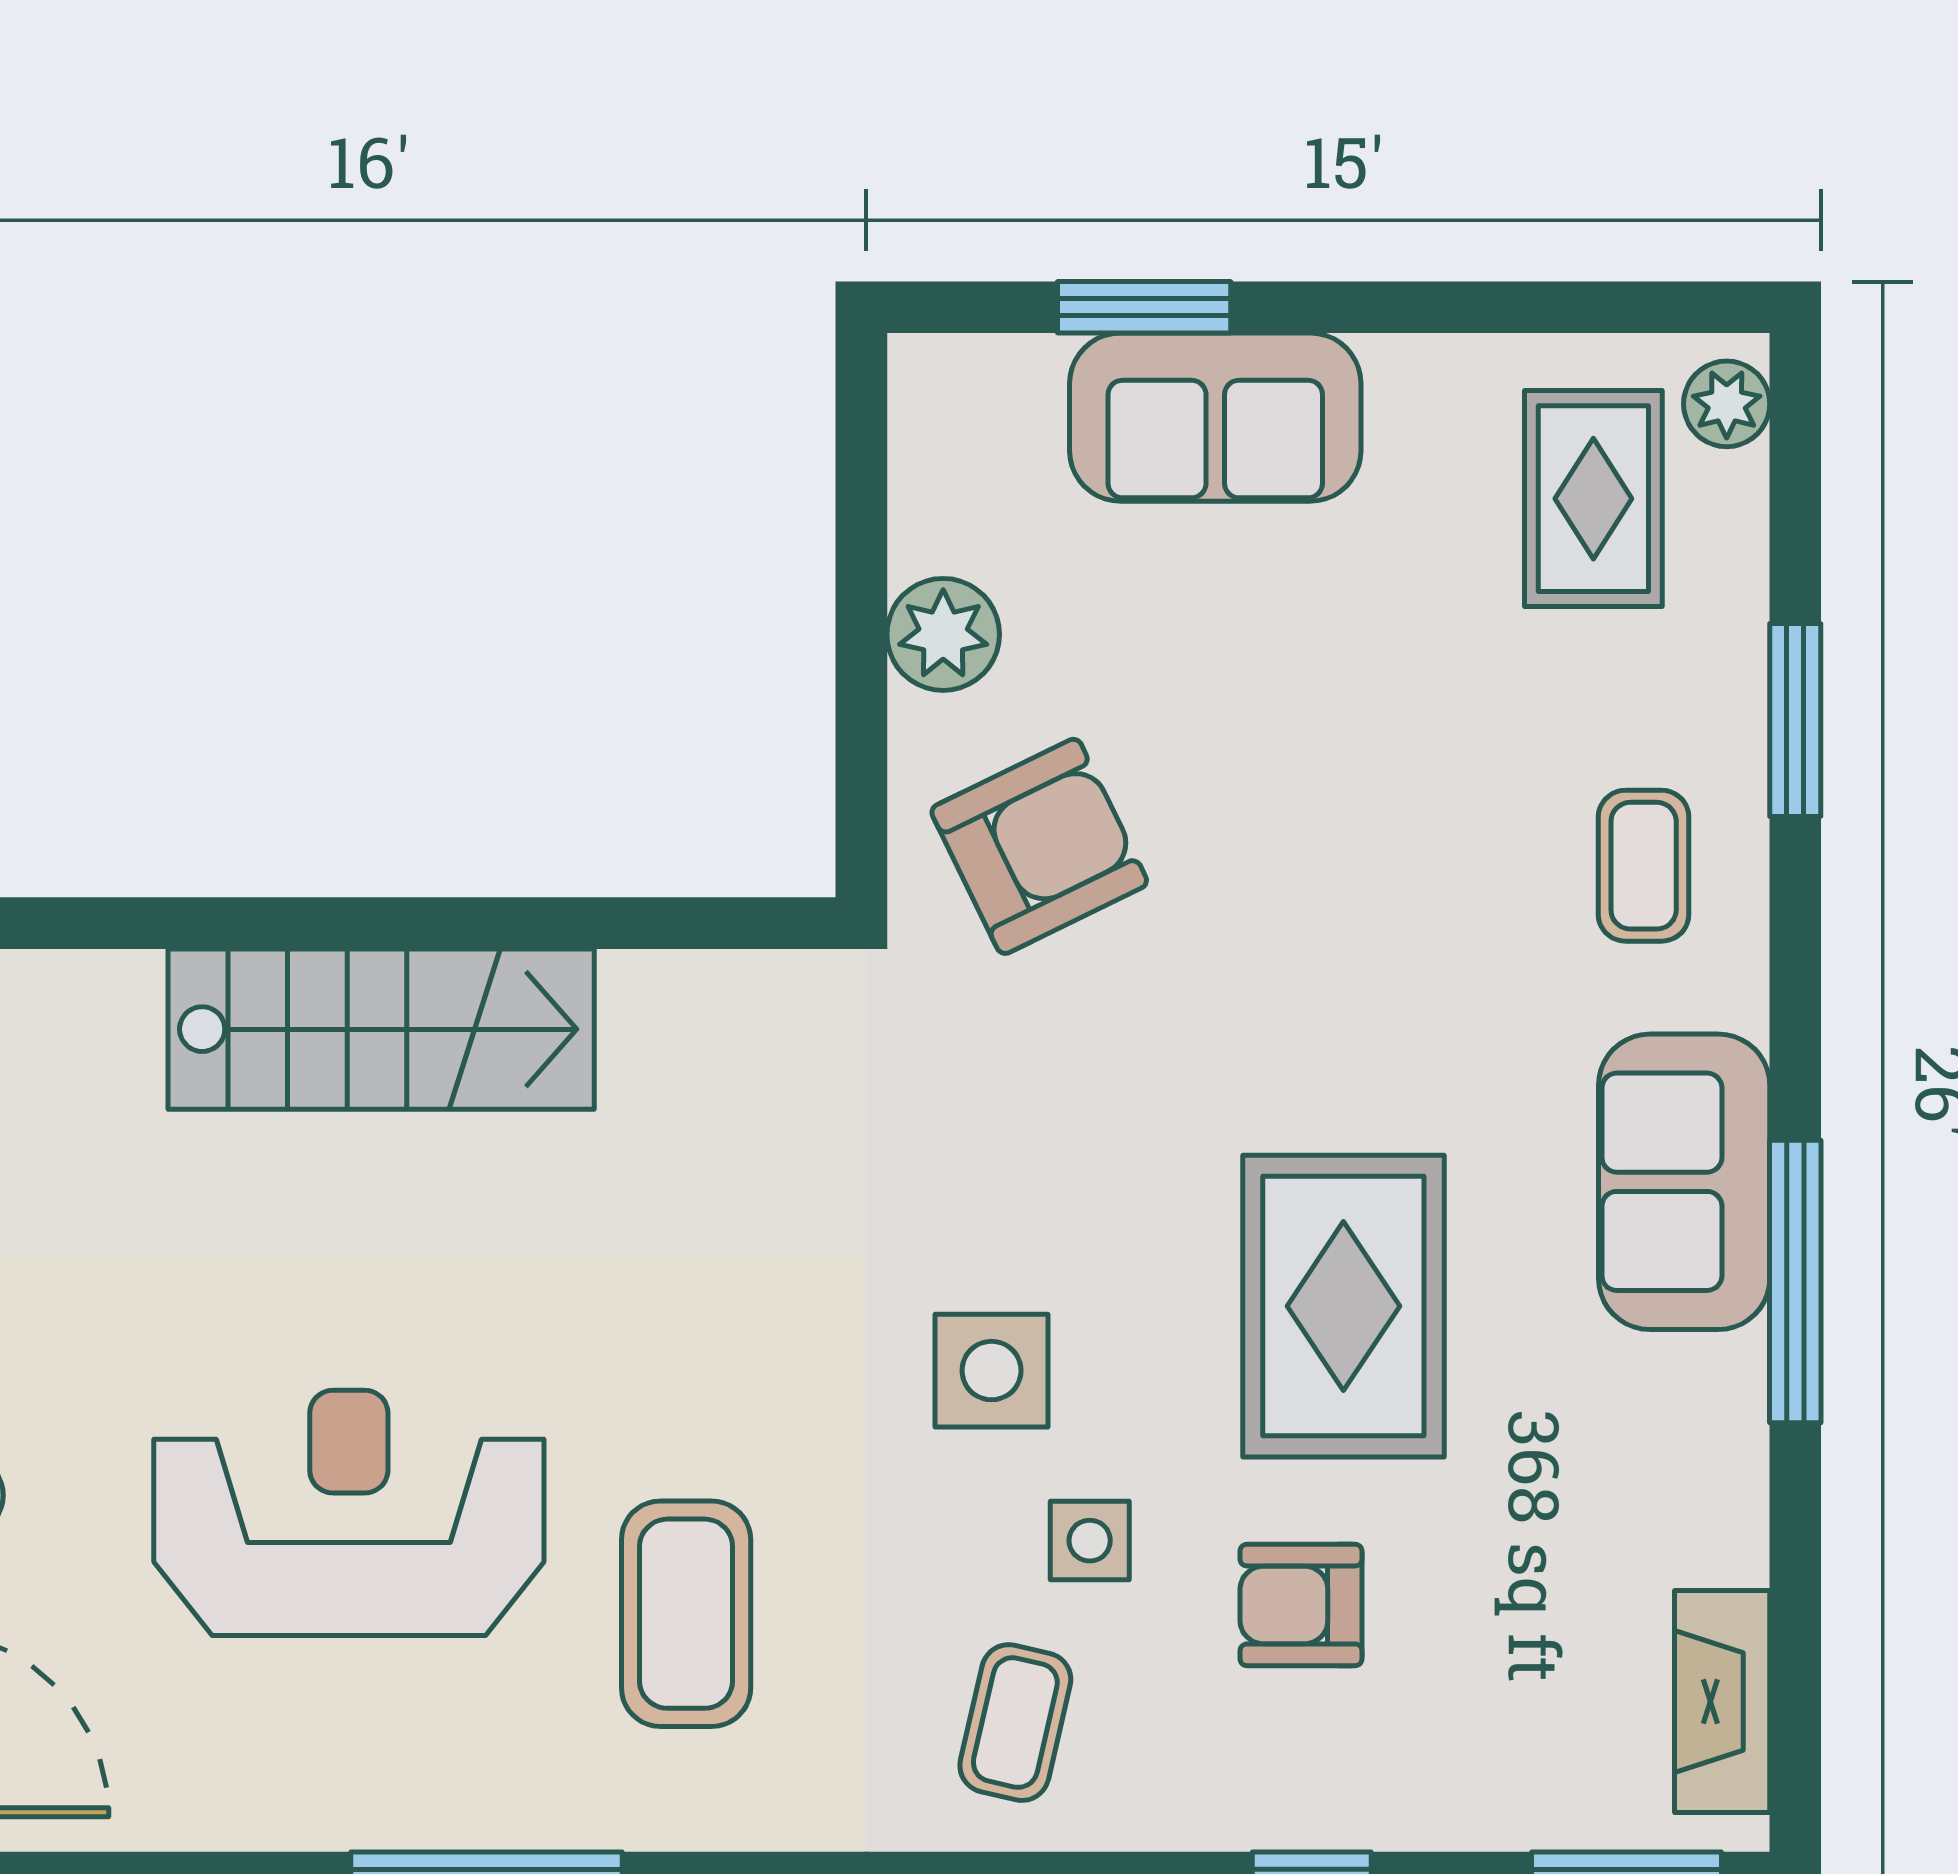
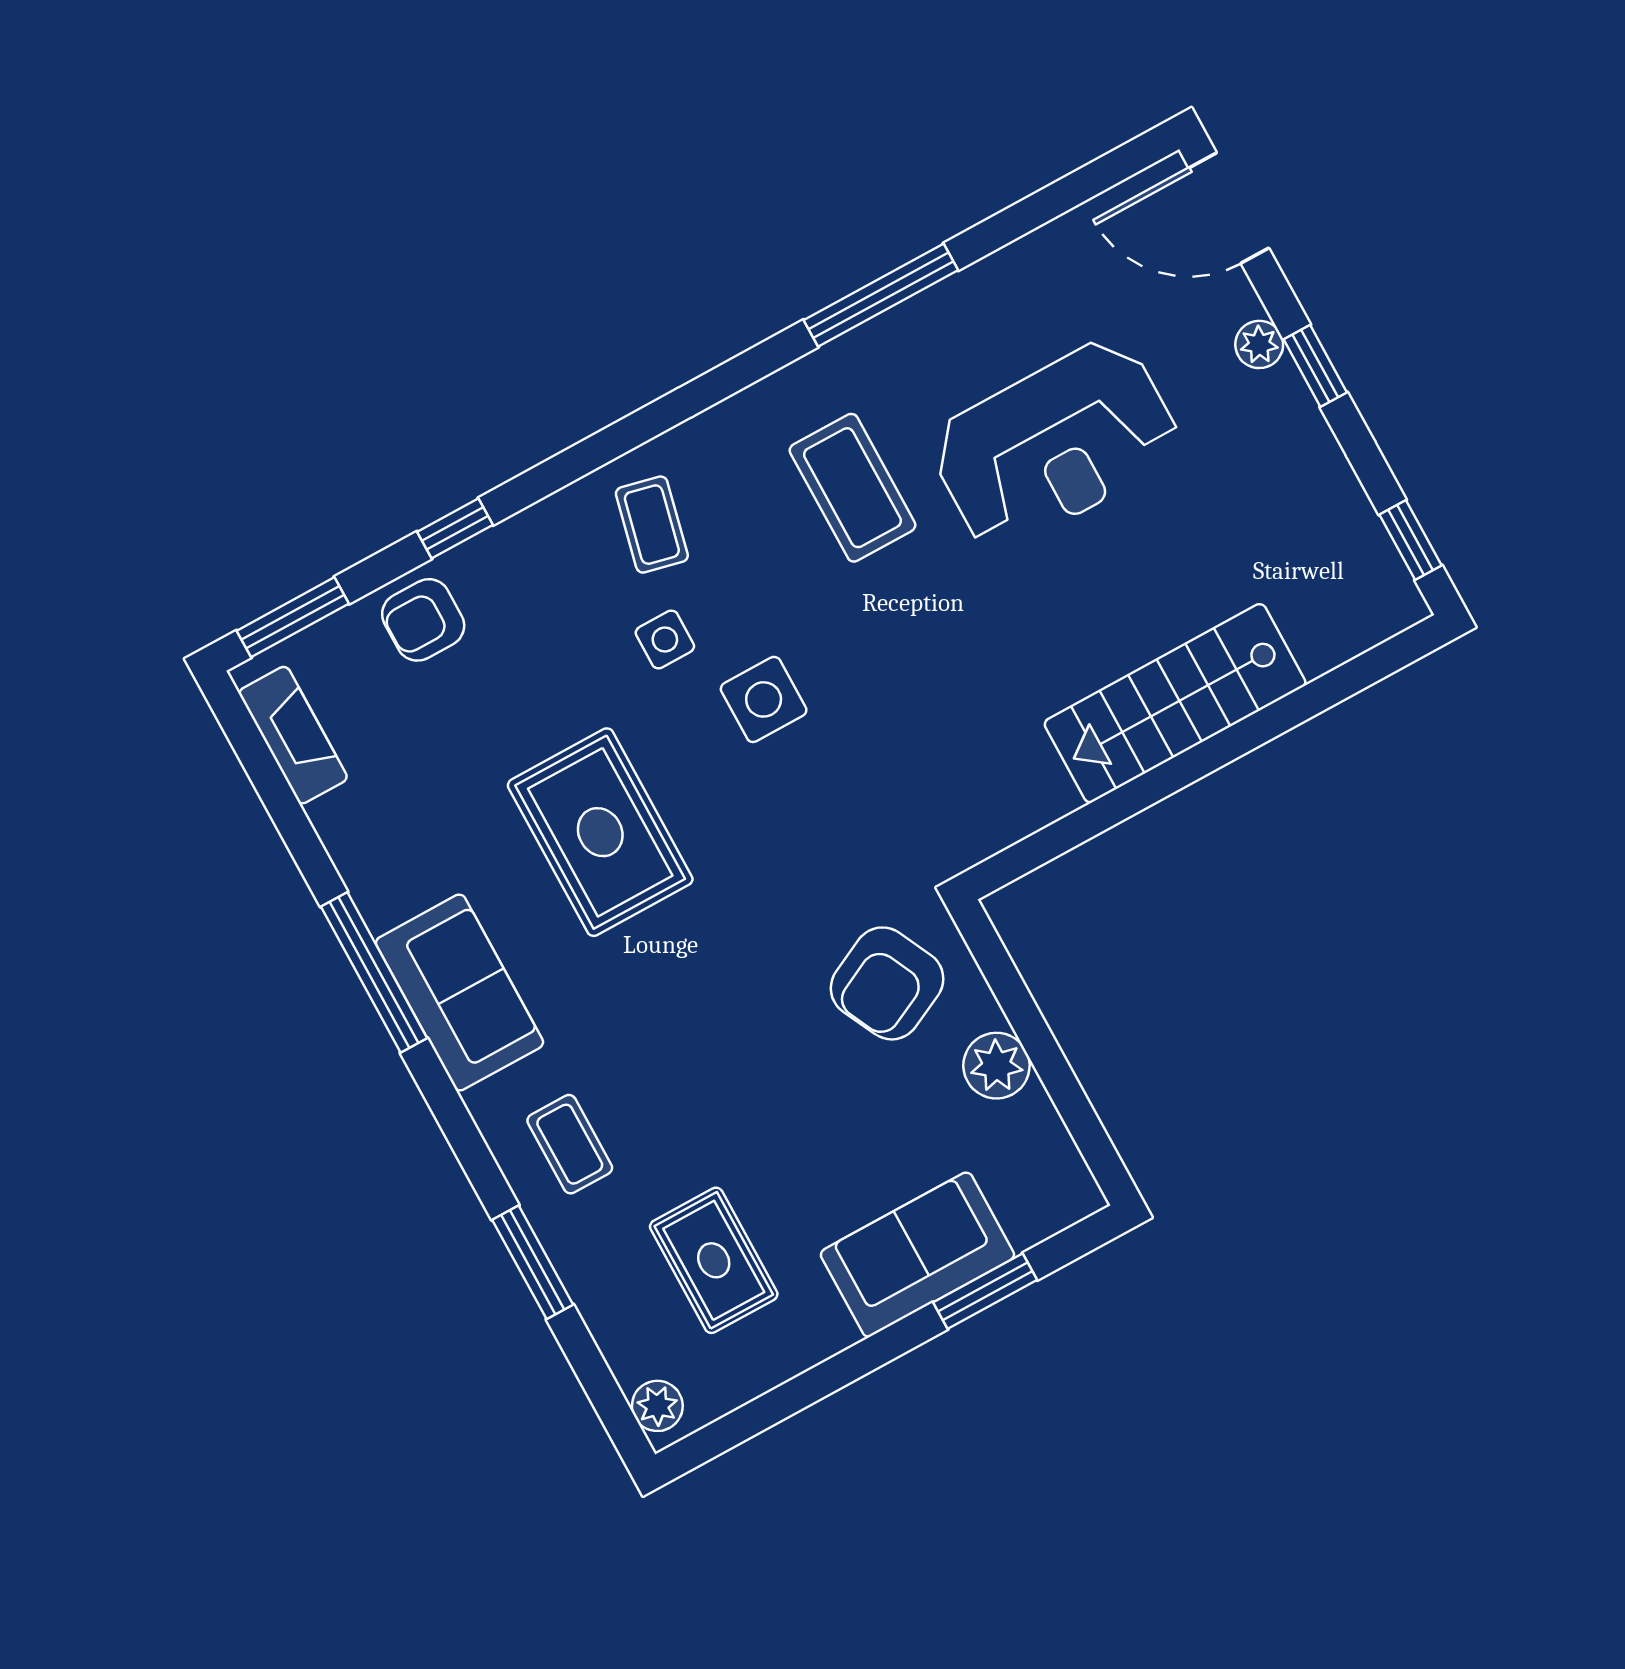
rug: (1593, 499) -> (714, 1260), moved
armchair: (1301, 1605) -> (423, 620), moved, turned 180

